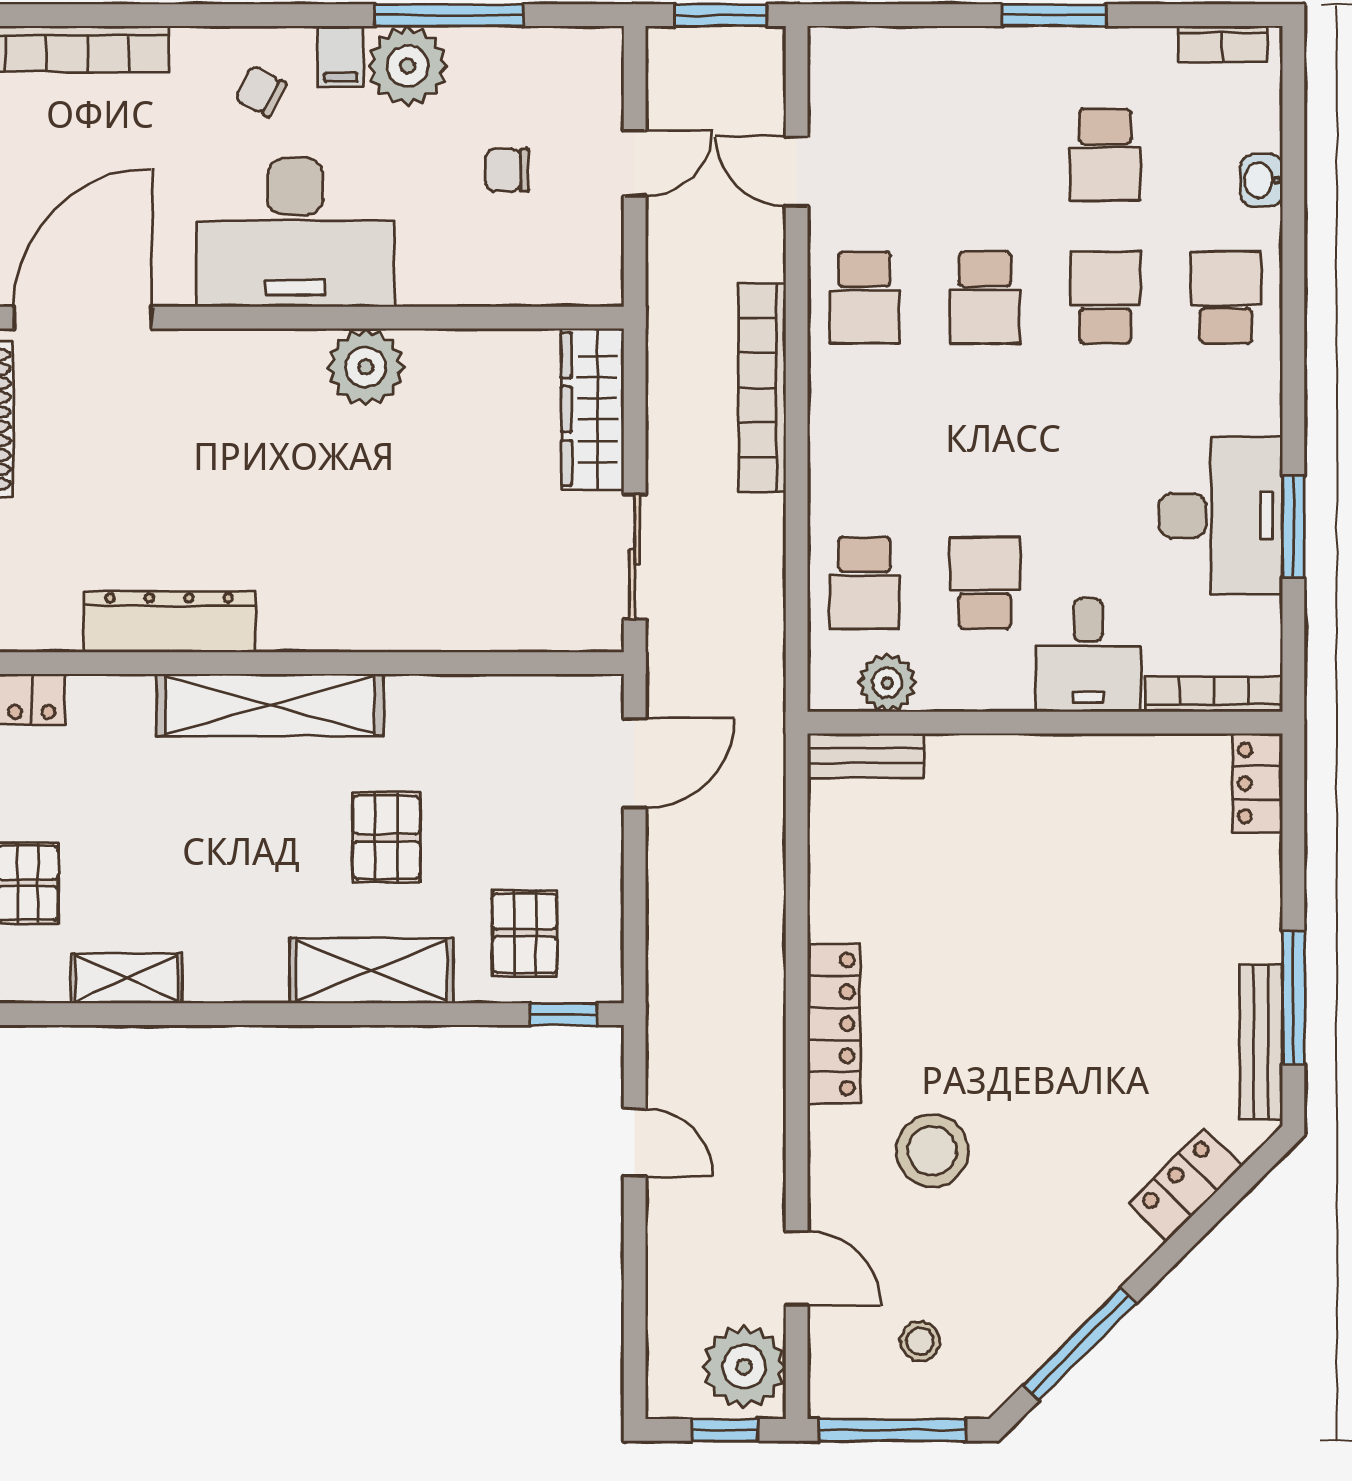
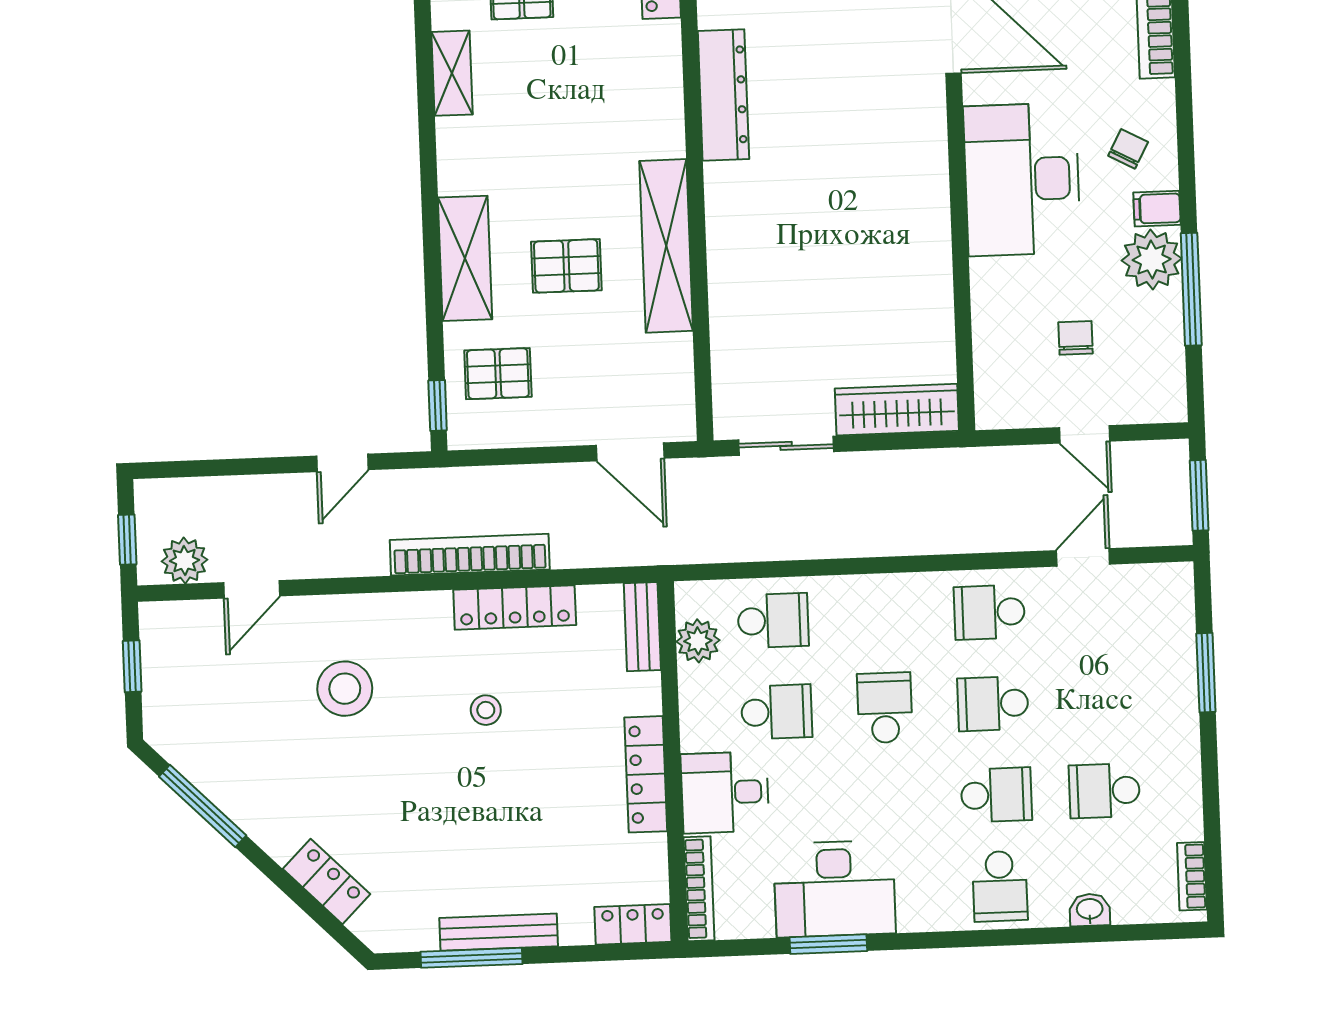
window: (1054, 15) -> (1206, 673), moved
school desk: (1226, 298) -> (1000, 886), turned 90
plant: (366, 367) -> (922, 237), removed
bookcase: (762, 388) -> (470, 555), moved
school desk: (985, 440) -> (885, 708), added
school desk: (864, 583) -> (773, 621), turned 180
shelving: (270, 705) -> (666, 246), moved
locker: (1060, 759) -> (646, 774), added
locker: (834, 1024) -> (515, 607), moved
bench: (1261, 1042) -> (499, 932), moved
stool: (920, 1341) -> (486, 710), moved
plant: (744, 1367) -> (184, 560), width x0.73, depth x0.73
window: (892, 1430) -> (132, 666), width x0.46

